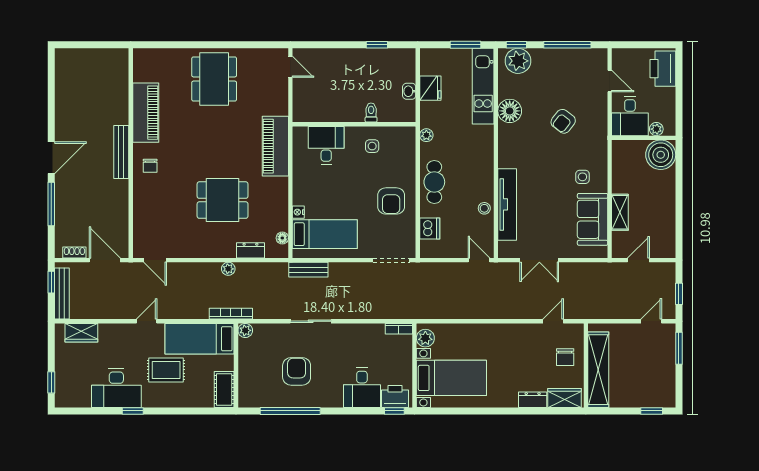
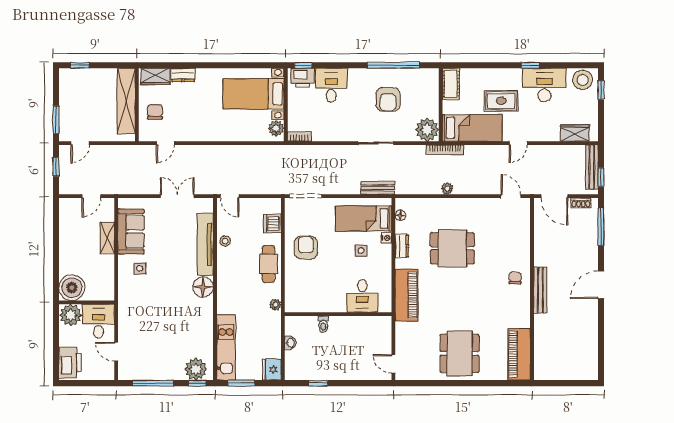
fridge: (430, 88) -> (272, 370), moved
floor lamp: (510, 111) -> (203, 287), moved
piano: (146, 113) -> (519, 354), moved
armchair: (563, 121) -> (157, 317), removed
plant: (656, 129) -> (71, 315), width x1.87, depth x1.87
side table: (372, 146) -> (361, 250), moved
window: (51, 204) -> (601, 227), moved
dresser: (250, 250) -> (402, 246), moved, turned -90
plant: (245, 330) -> (427, 130), width x1.87, depth x1.87
stool: (72, 394) -> (583, 80), added

